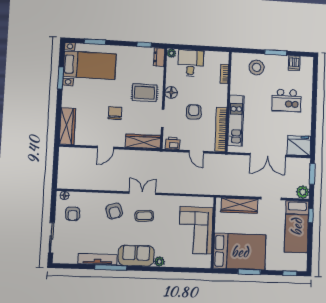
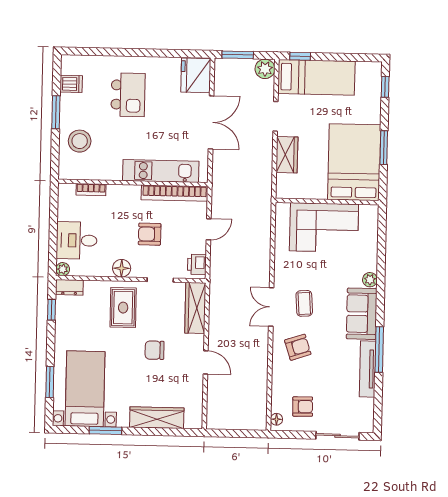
wardrobe: (67, 126) -> (157, 418), moved
wardrobe: (239, 206) -> (287, 155), width x0.67

